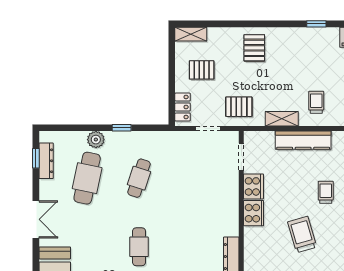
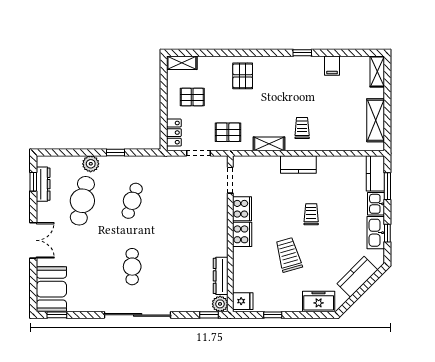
kitchen counter: (303, 140) -> (298, 164), width x0.67

